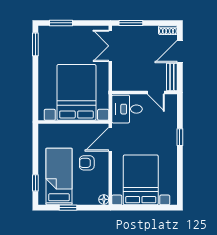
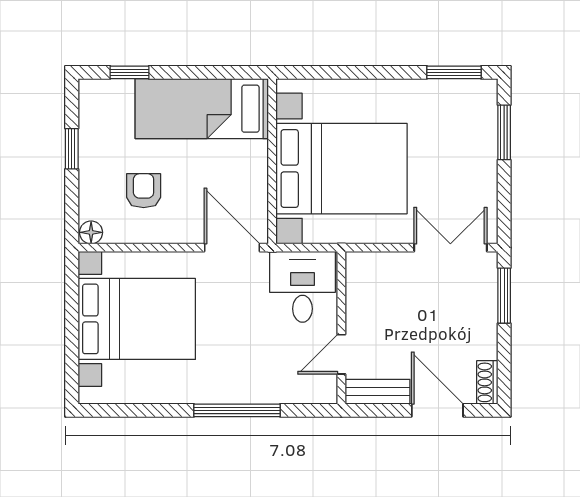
window: (180, 137) -> (237, 410), width x2.17
armchair: (87, 163) -> (144, 191), moved
bed: (59, 176) -> (202, 109), moved, turned 180

